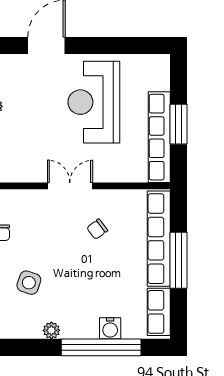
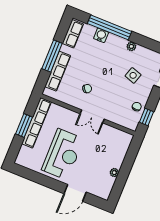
row of seats: (159, 239) -> (58, 71), width x0.73

